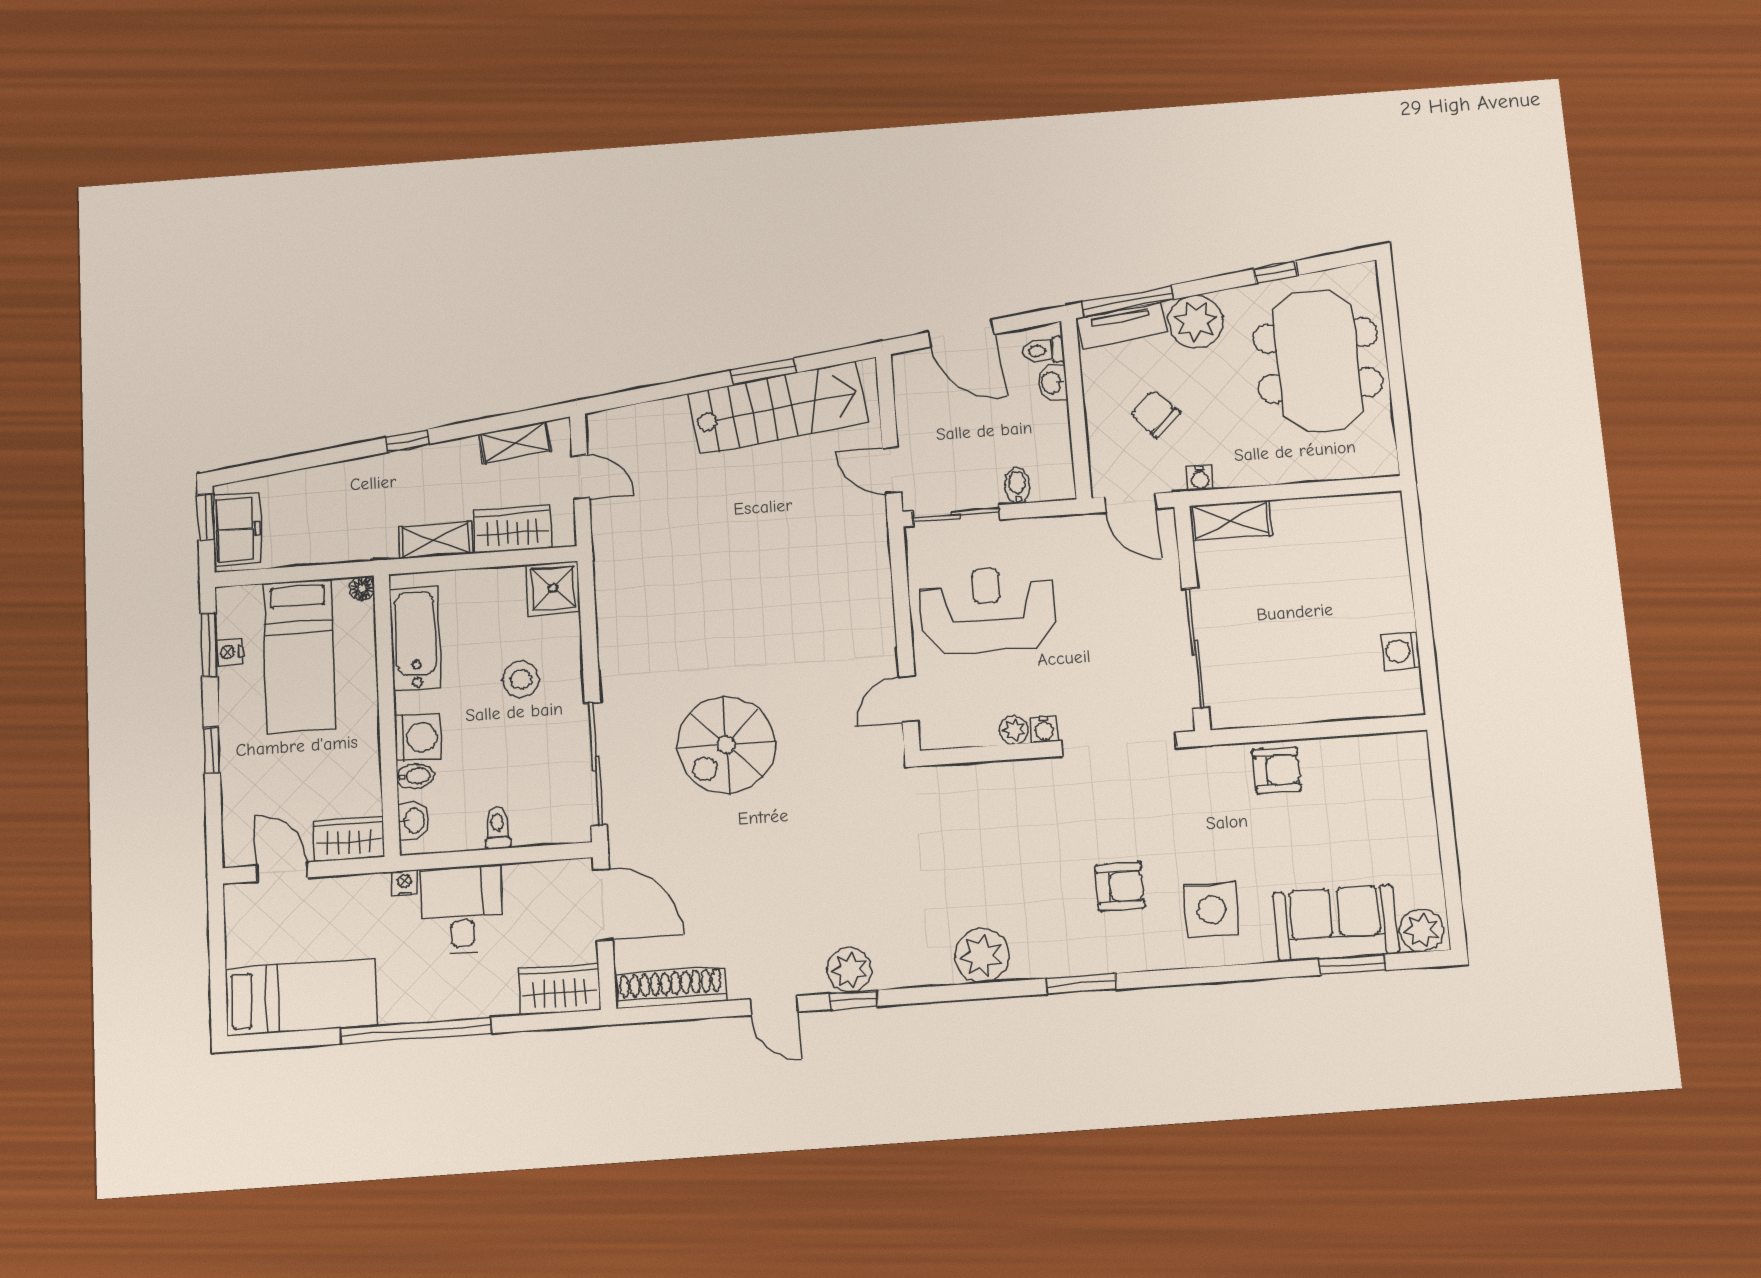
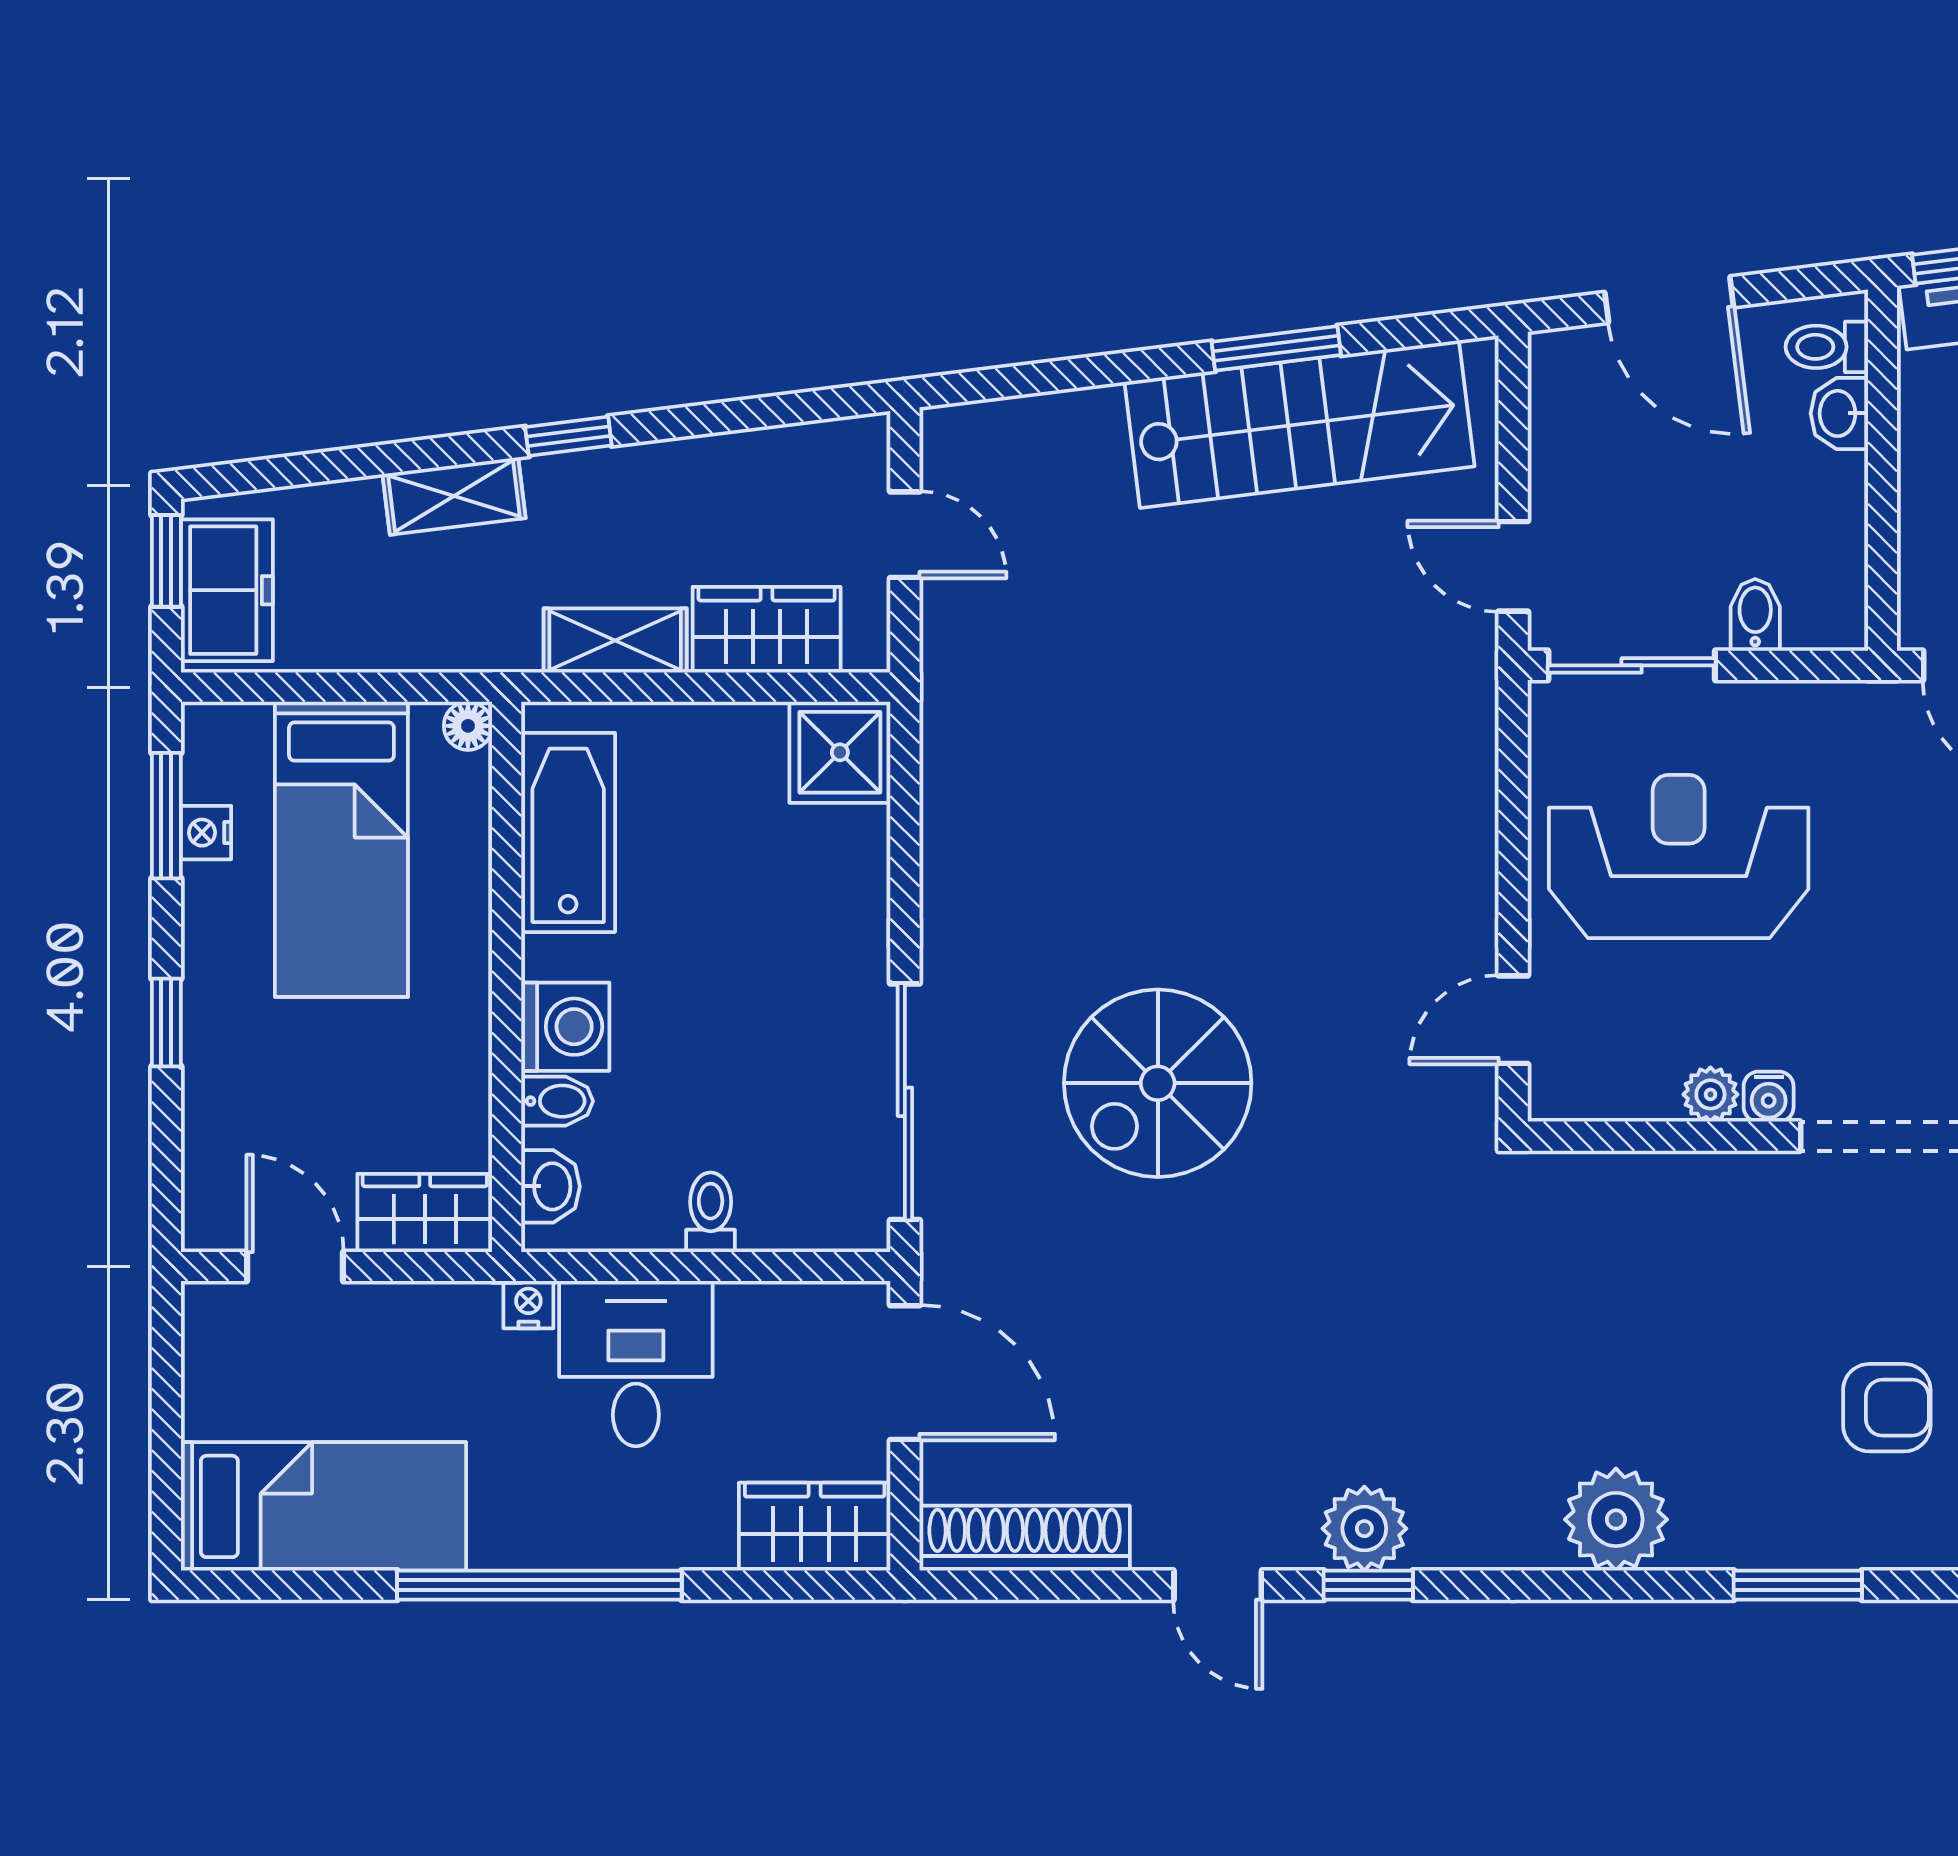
shelving: (515, 443) -> (454, 496), moved
stool: (521, 680) -> (769, 928), removed

